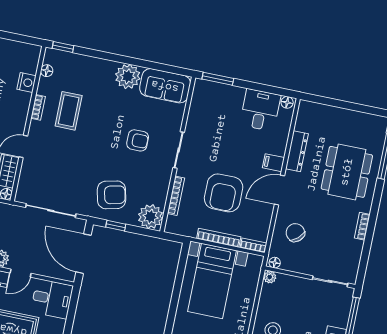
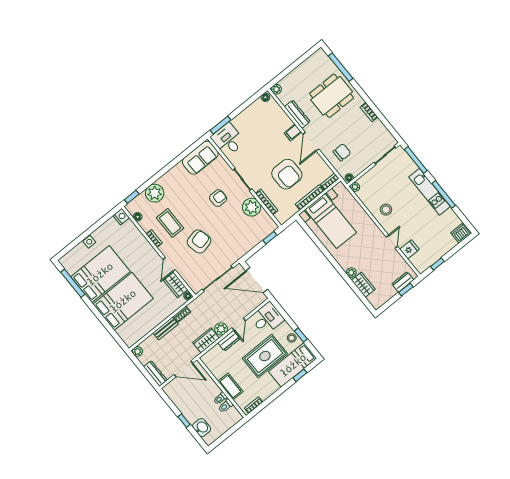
plant: (128, 76) -> (155, 193), moved
nightstand: (27, 82) -> (121, 217), moved
plant: (305, 107) -> (276, 89), added
desk: (260, 110) -> (228, 140), moved
dining table: (347, 172) -> (332, 96), turned 90
armchair: (111, 195) -> (199, 241), moved
plant: (151, 217) -> (252, 207), moved
window: (116, 226) -> (270, 238), moved
chair: (295, 233) -> (342, 152), turned 132

